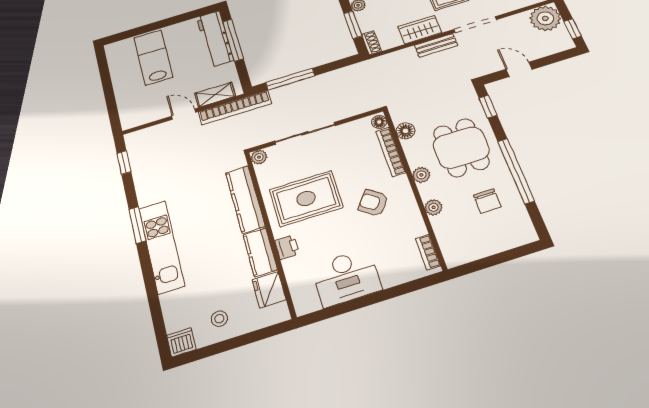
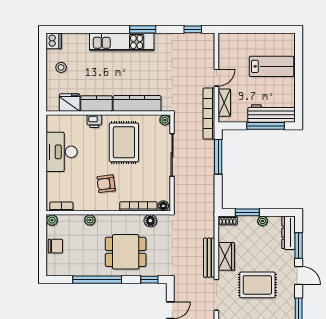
bench: (436, 45) -> (209, 258), width x1.36
plant: (421, 175) -> (52, 220), moved
chair: (487, 201) -> (55, 246), moved, turned 180
armchair: (373, 203) -> (106, 184), turned -134

